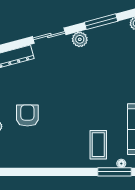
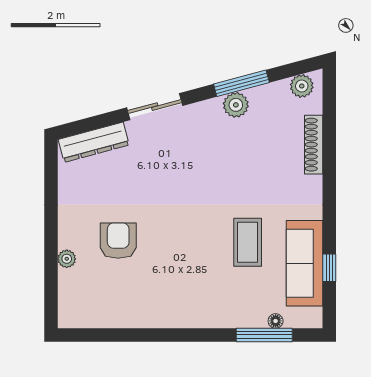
plant: (80, 39) -> (236, 105), moved
coffee table: (98, 145) -> (248, 242), moved

